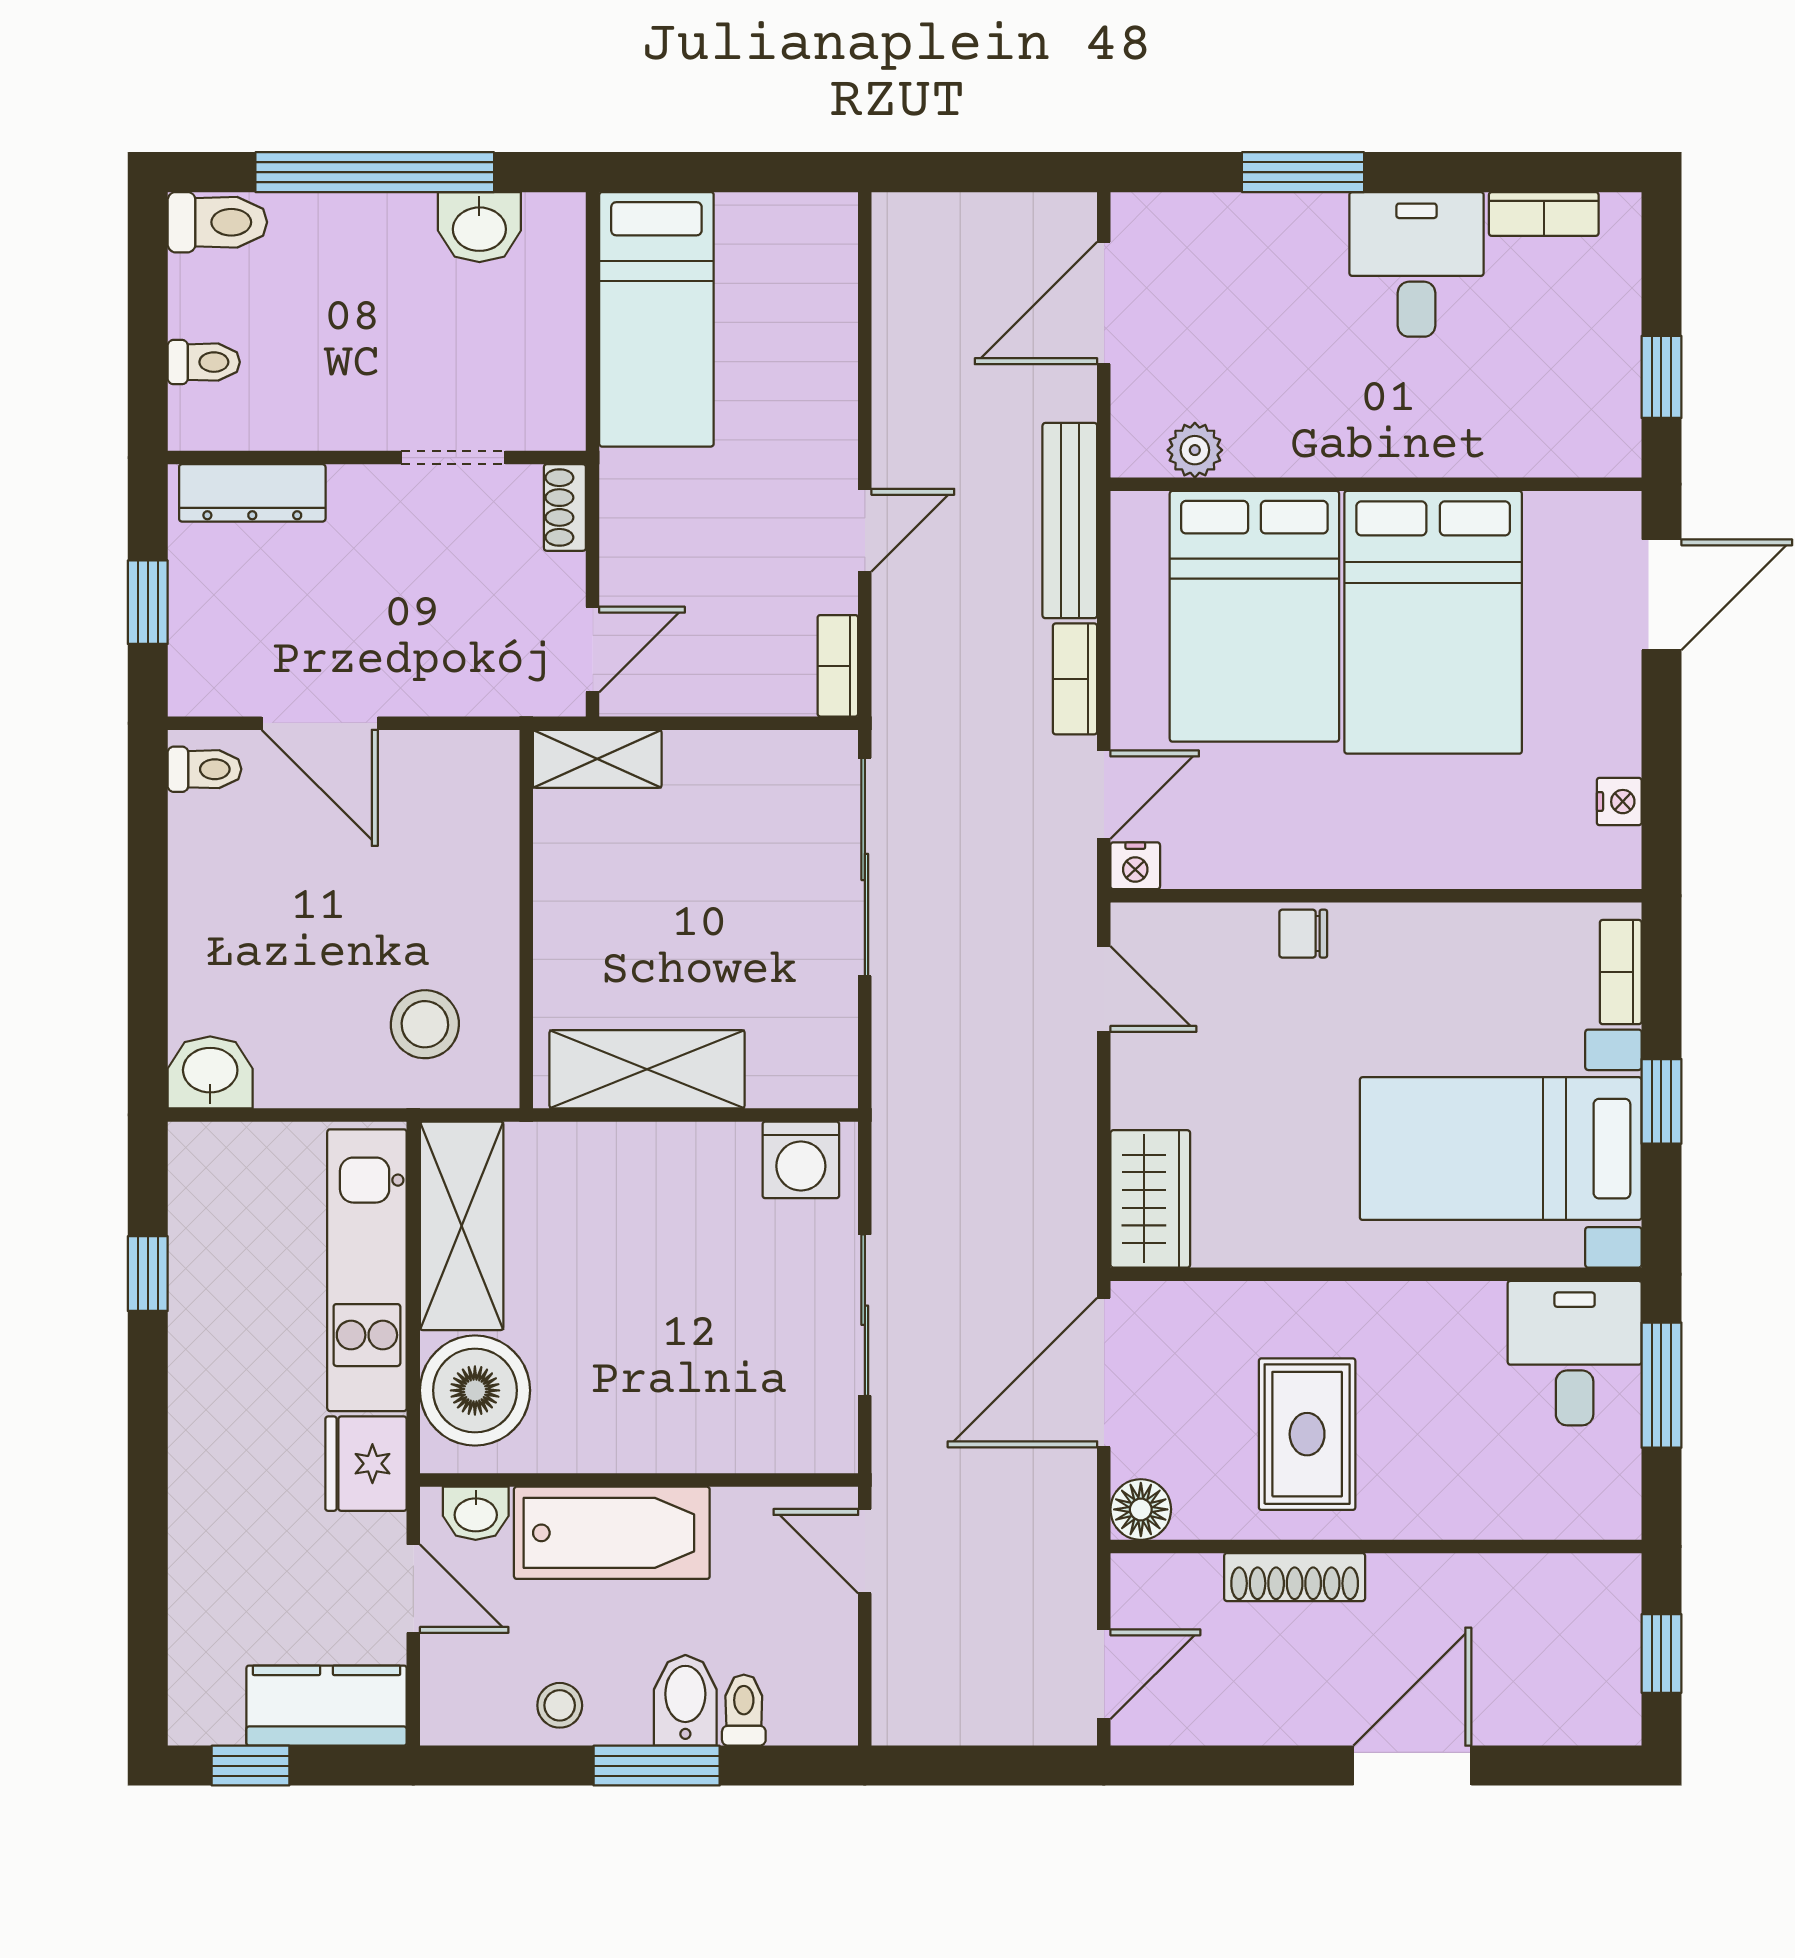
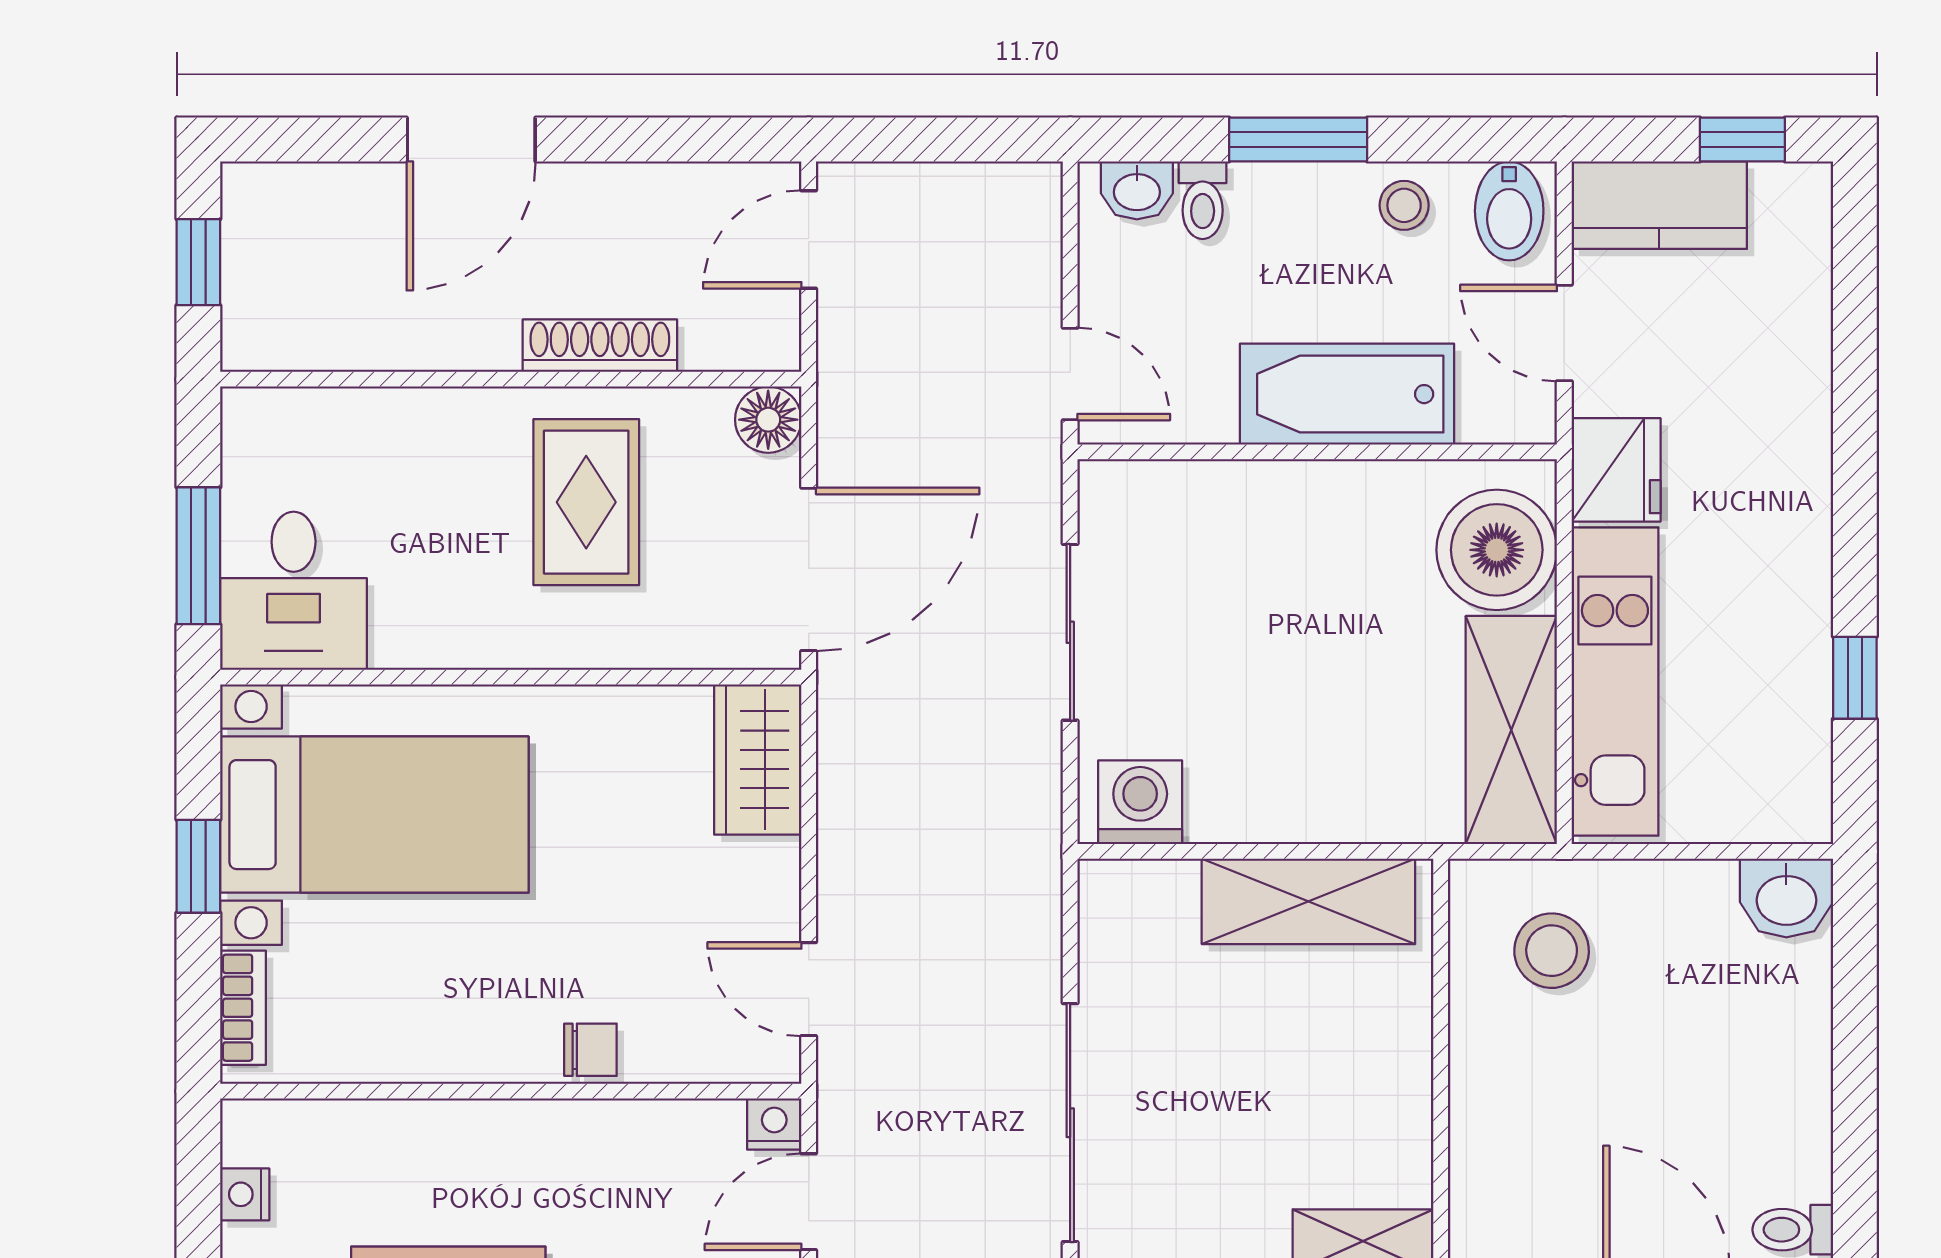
washbasin: (476, 1513) -> (1137, 190), moved, turned 180
bidet: (685, 1700) -> (1509, 211), moved

